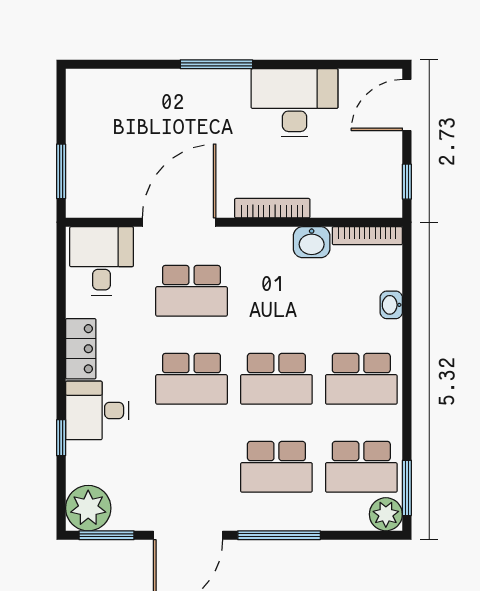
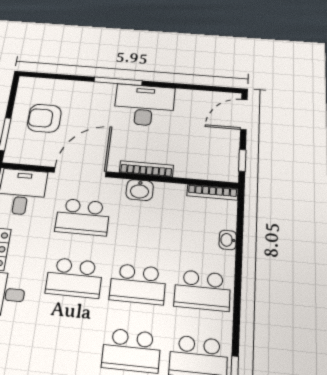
desk: (295, 103) -> (144, 105), moved
armchair: (115, 139) -> (44, 118), added
washbasin: (312, 242) -> (140, 190), moved

